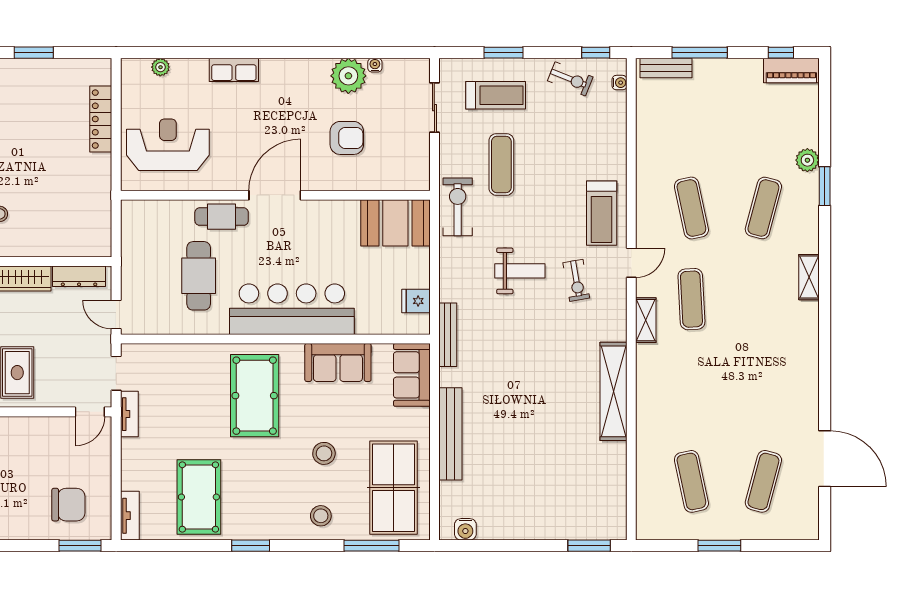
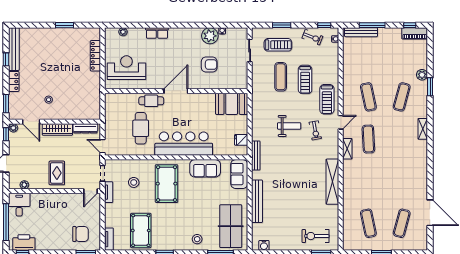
bench: (666, 68) -> (361, 32), width x1.36
treadmill: (554, 170) -> (305, 79), added
exercise bike: (458, 207) -> (316, 236), moved, turned -90
stool: (324, 453) -> (134, 182), moved

